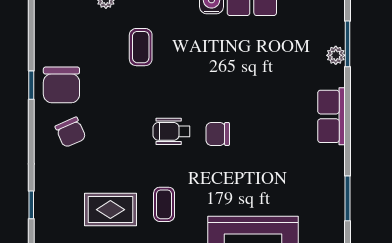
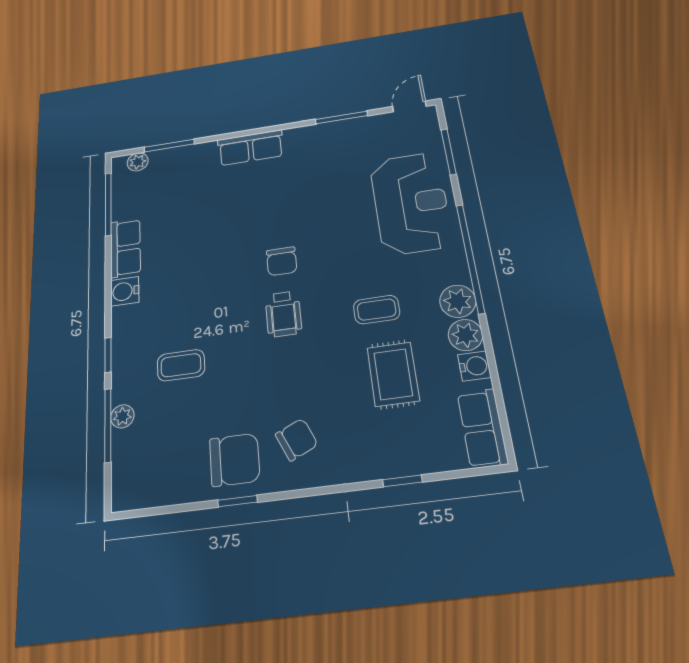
plant: (336, 55) -> (138, 162), moved

